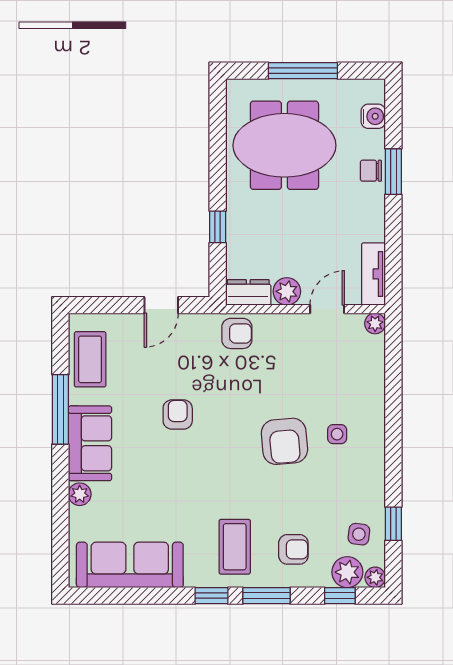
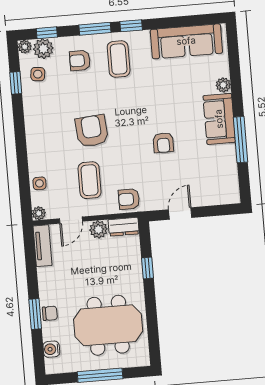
coffee table: (90, 359) -> (90, 180), moved
side table: (337, 434) -> (39, 183), moved

